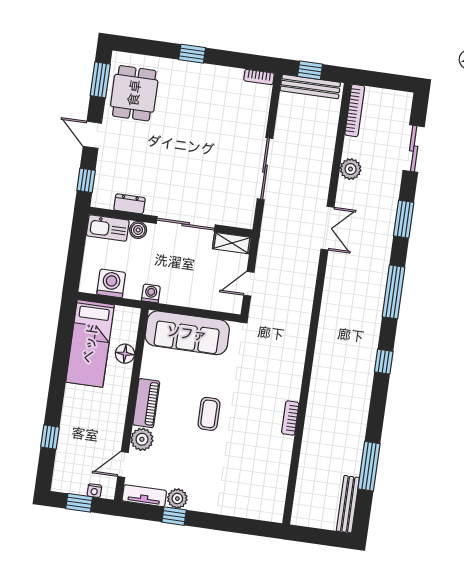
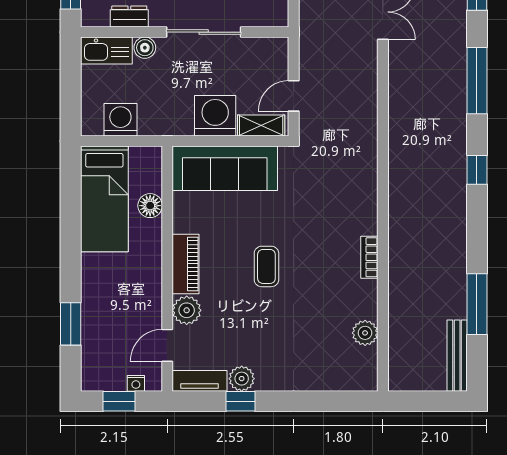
shelving: (232, 243) -> (261, 125), moved
washing machine: (151, 293) -> (215, 116), moved, width x1.89, depth x1.89
window: (50, 437) -> (71, 324), width x1.50
plant: (279, 476) -> (365, 333), added

